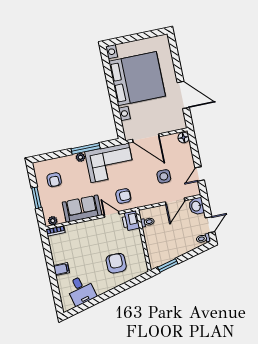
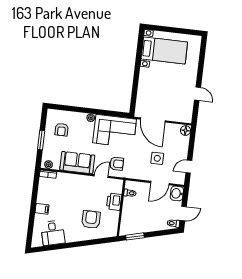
bed with nightstands: (137, 79) -> (164, 50), width x0.54
door: (183, 95) -> (198, 94), width x0.53
window: (86, 149) -> (98, 112), removed
door: (112, 214) -> (101, 176), hinge flipped
printer: (131, 221) -> (114, 202), moved

